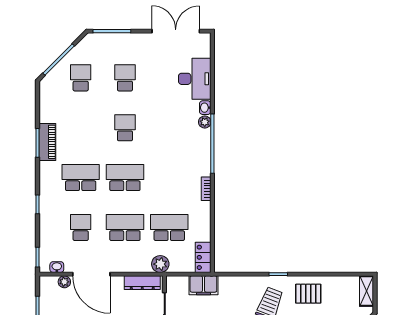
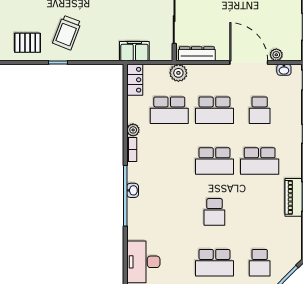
school desk: (125, 78) -> (214, 263), width x1.85
washbasin: (205, 108) -> (133, 190), moved
plant: (205, 122) -> (133, 130), moved

